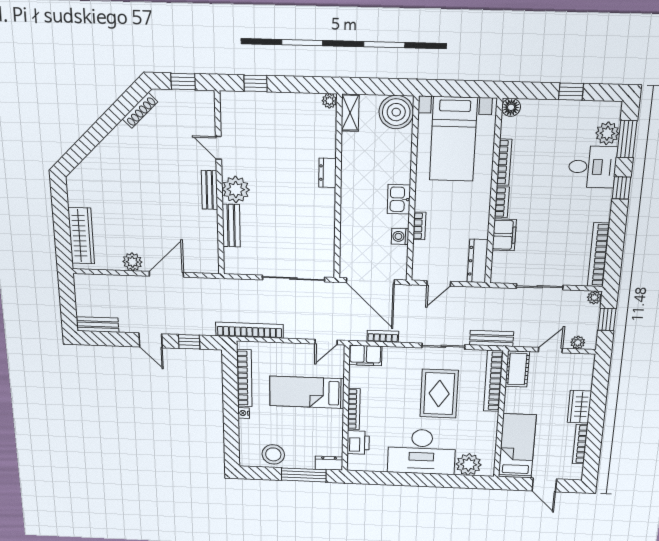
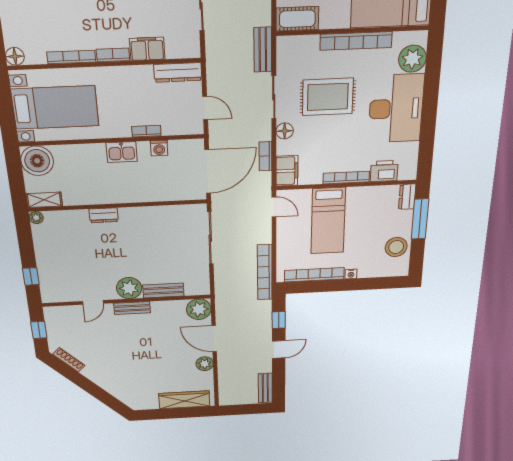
plant: (206, 261) -> (199, 309), added
floor lamp: (408, 355) -> (285, 131), added
bookcase: (493, 381) -> (356, 41), moved

